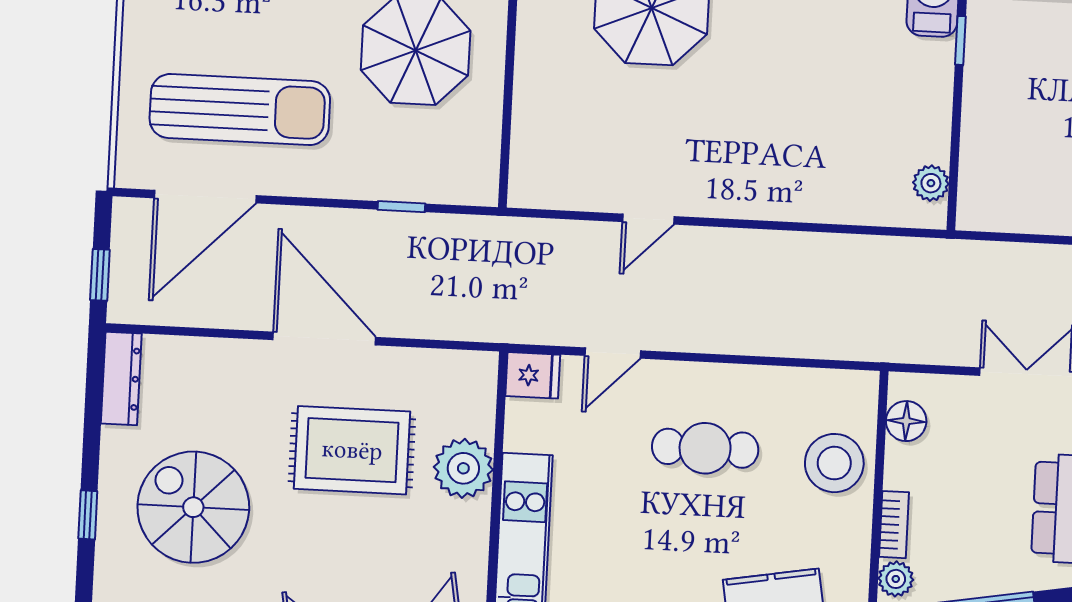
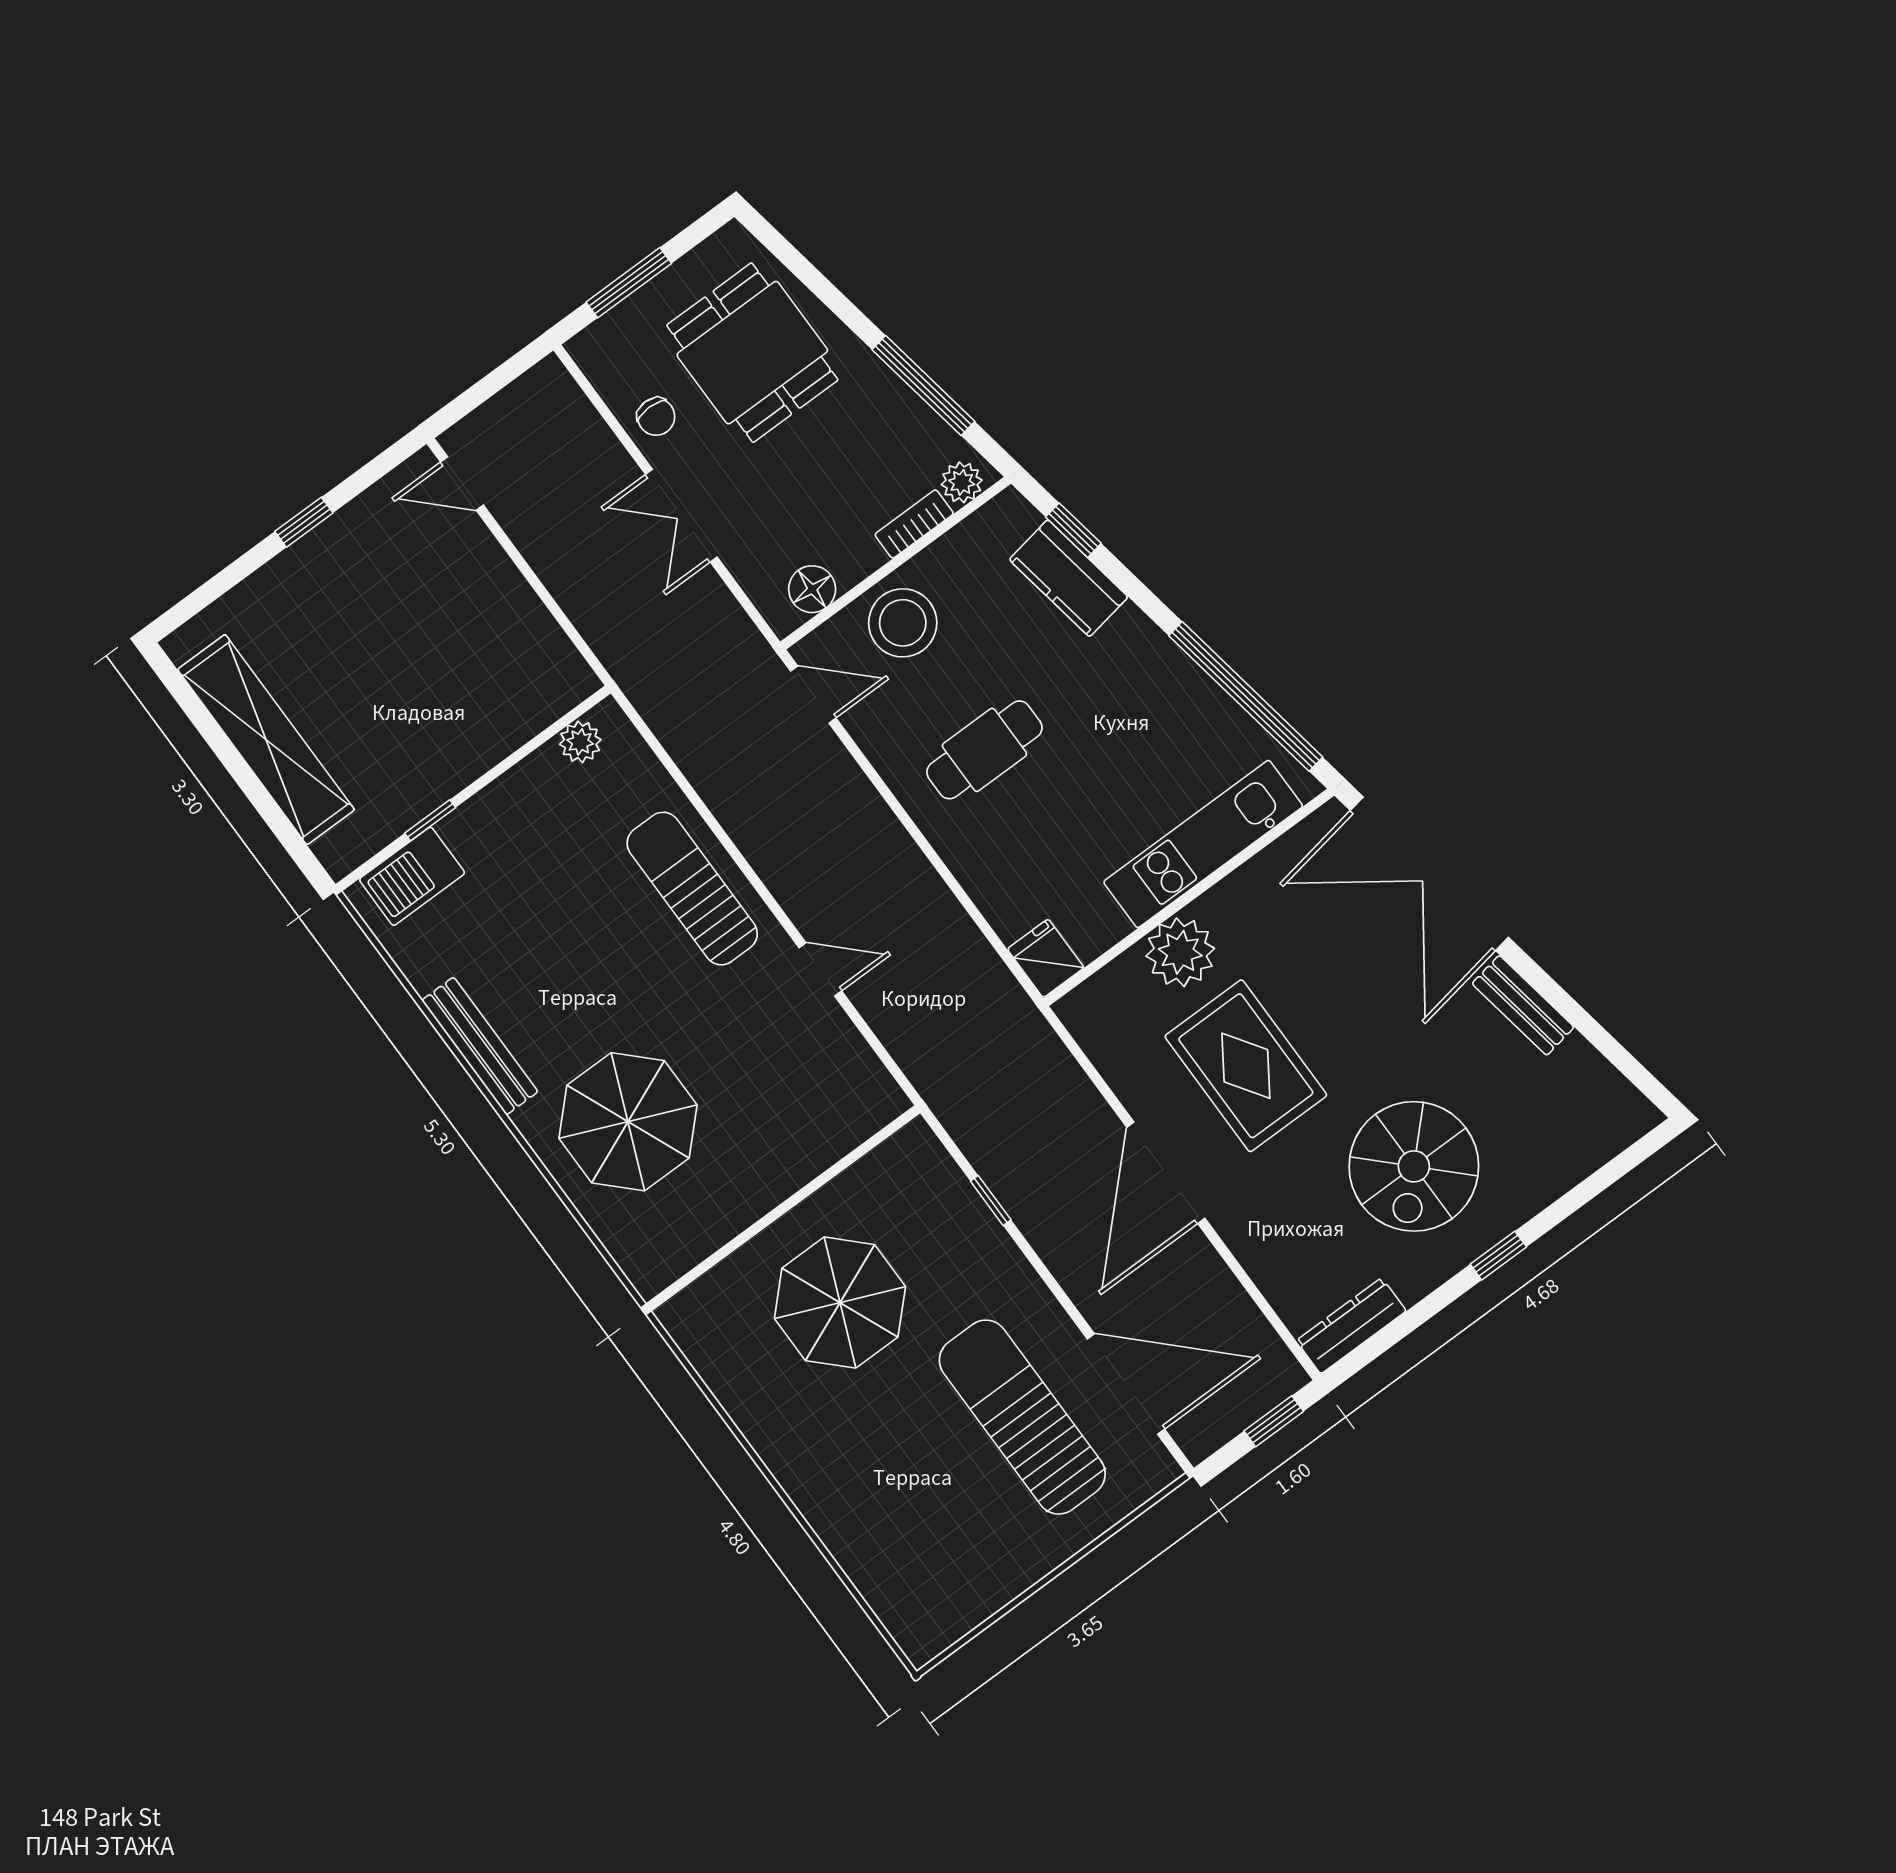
sun lounger: (772, 178) -> (692, 889), added
door: (613, 353) -> (813, 695), moved
cafe table: (705, 448) -> (984, 750), turned 90

